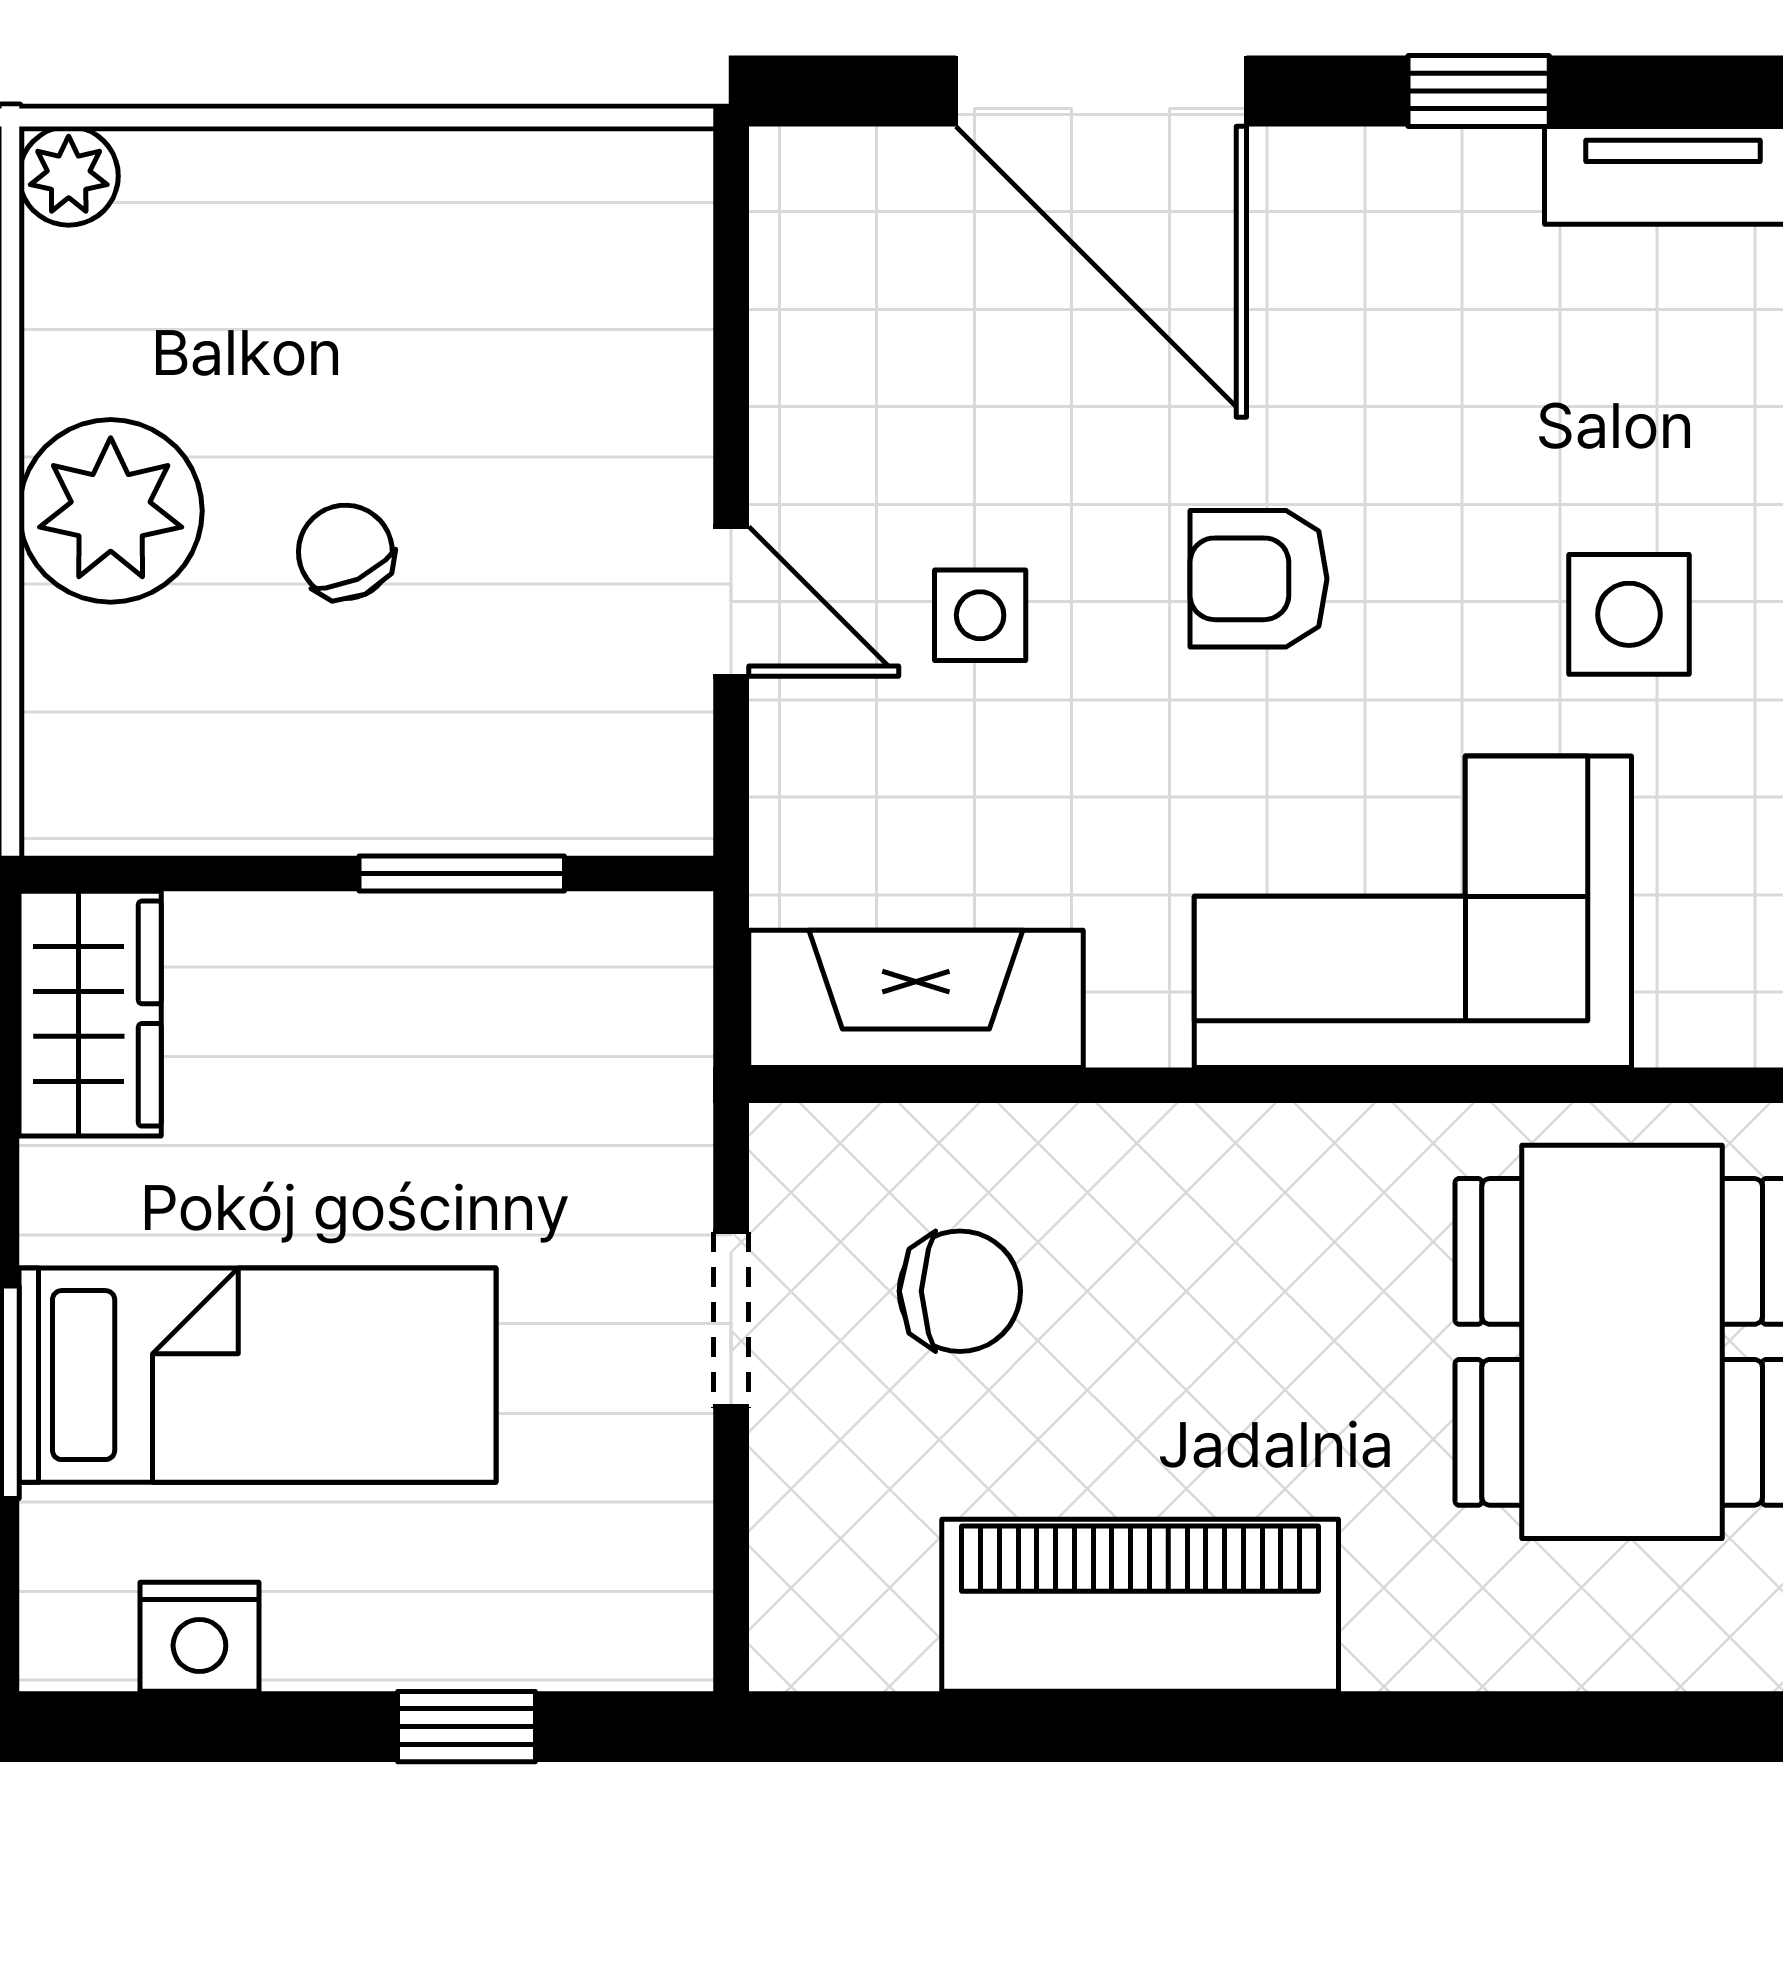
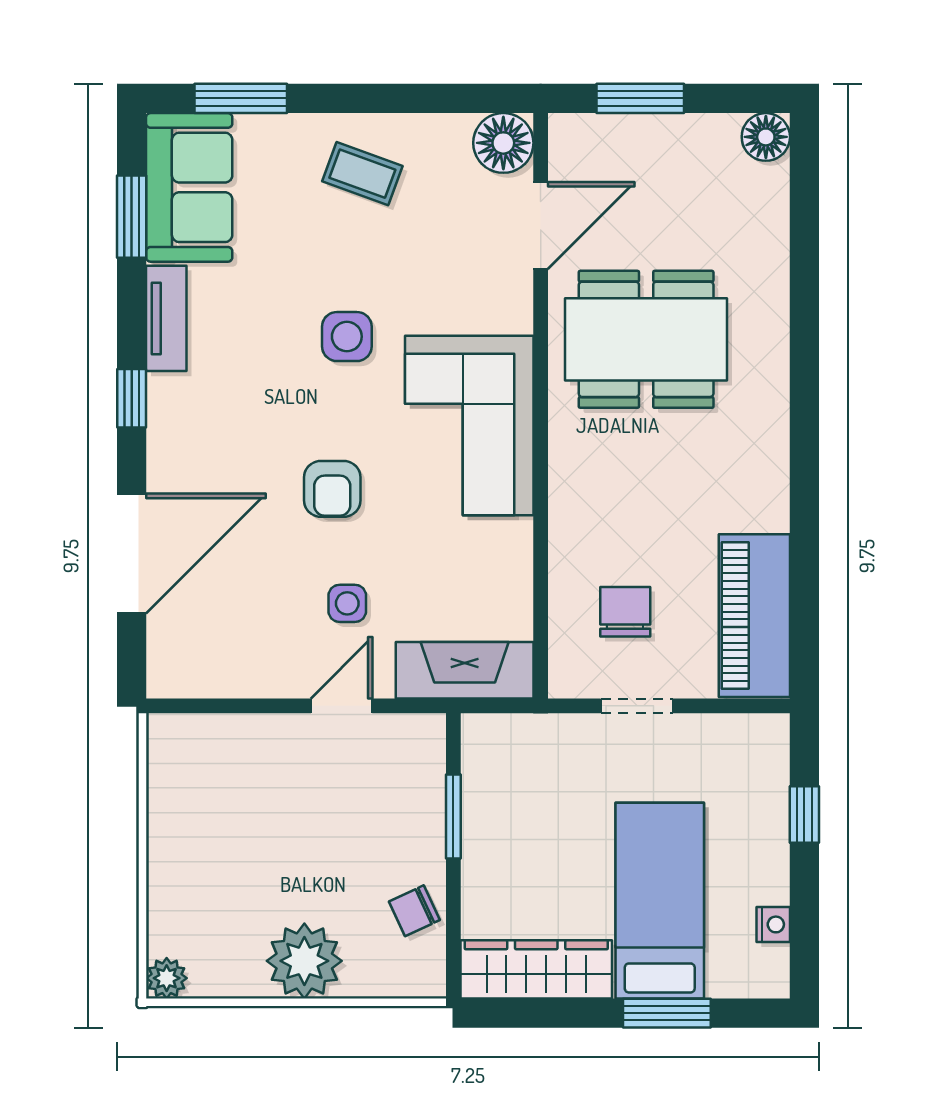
chair: (345, 552) -> (414, 911), moved
fireplace: (916, 999) -> (465, 670), moved, turned 90
wardrobe: (90, 1014) -> (536, 969), width x1.50
piano: (1140, 1605) -> (754, 616), moved
nightstand: (199, 1637) -> (773, 924), width x0.72, depth x0.74

